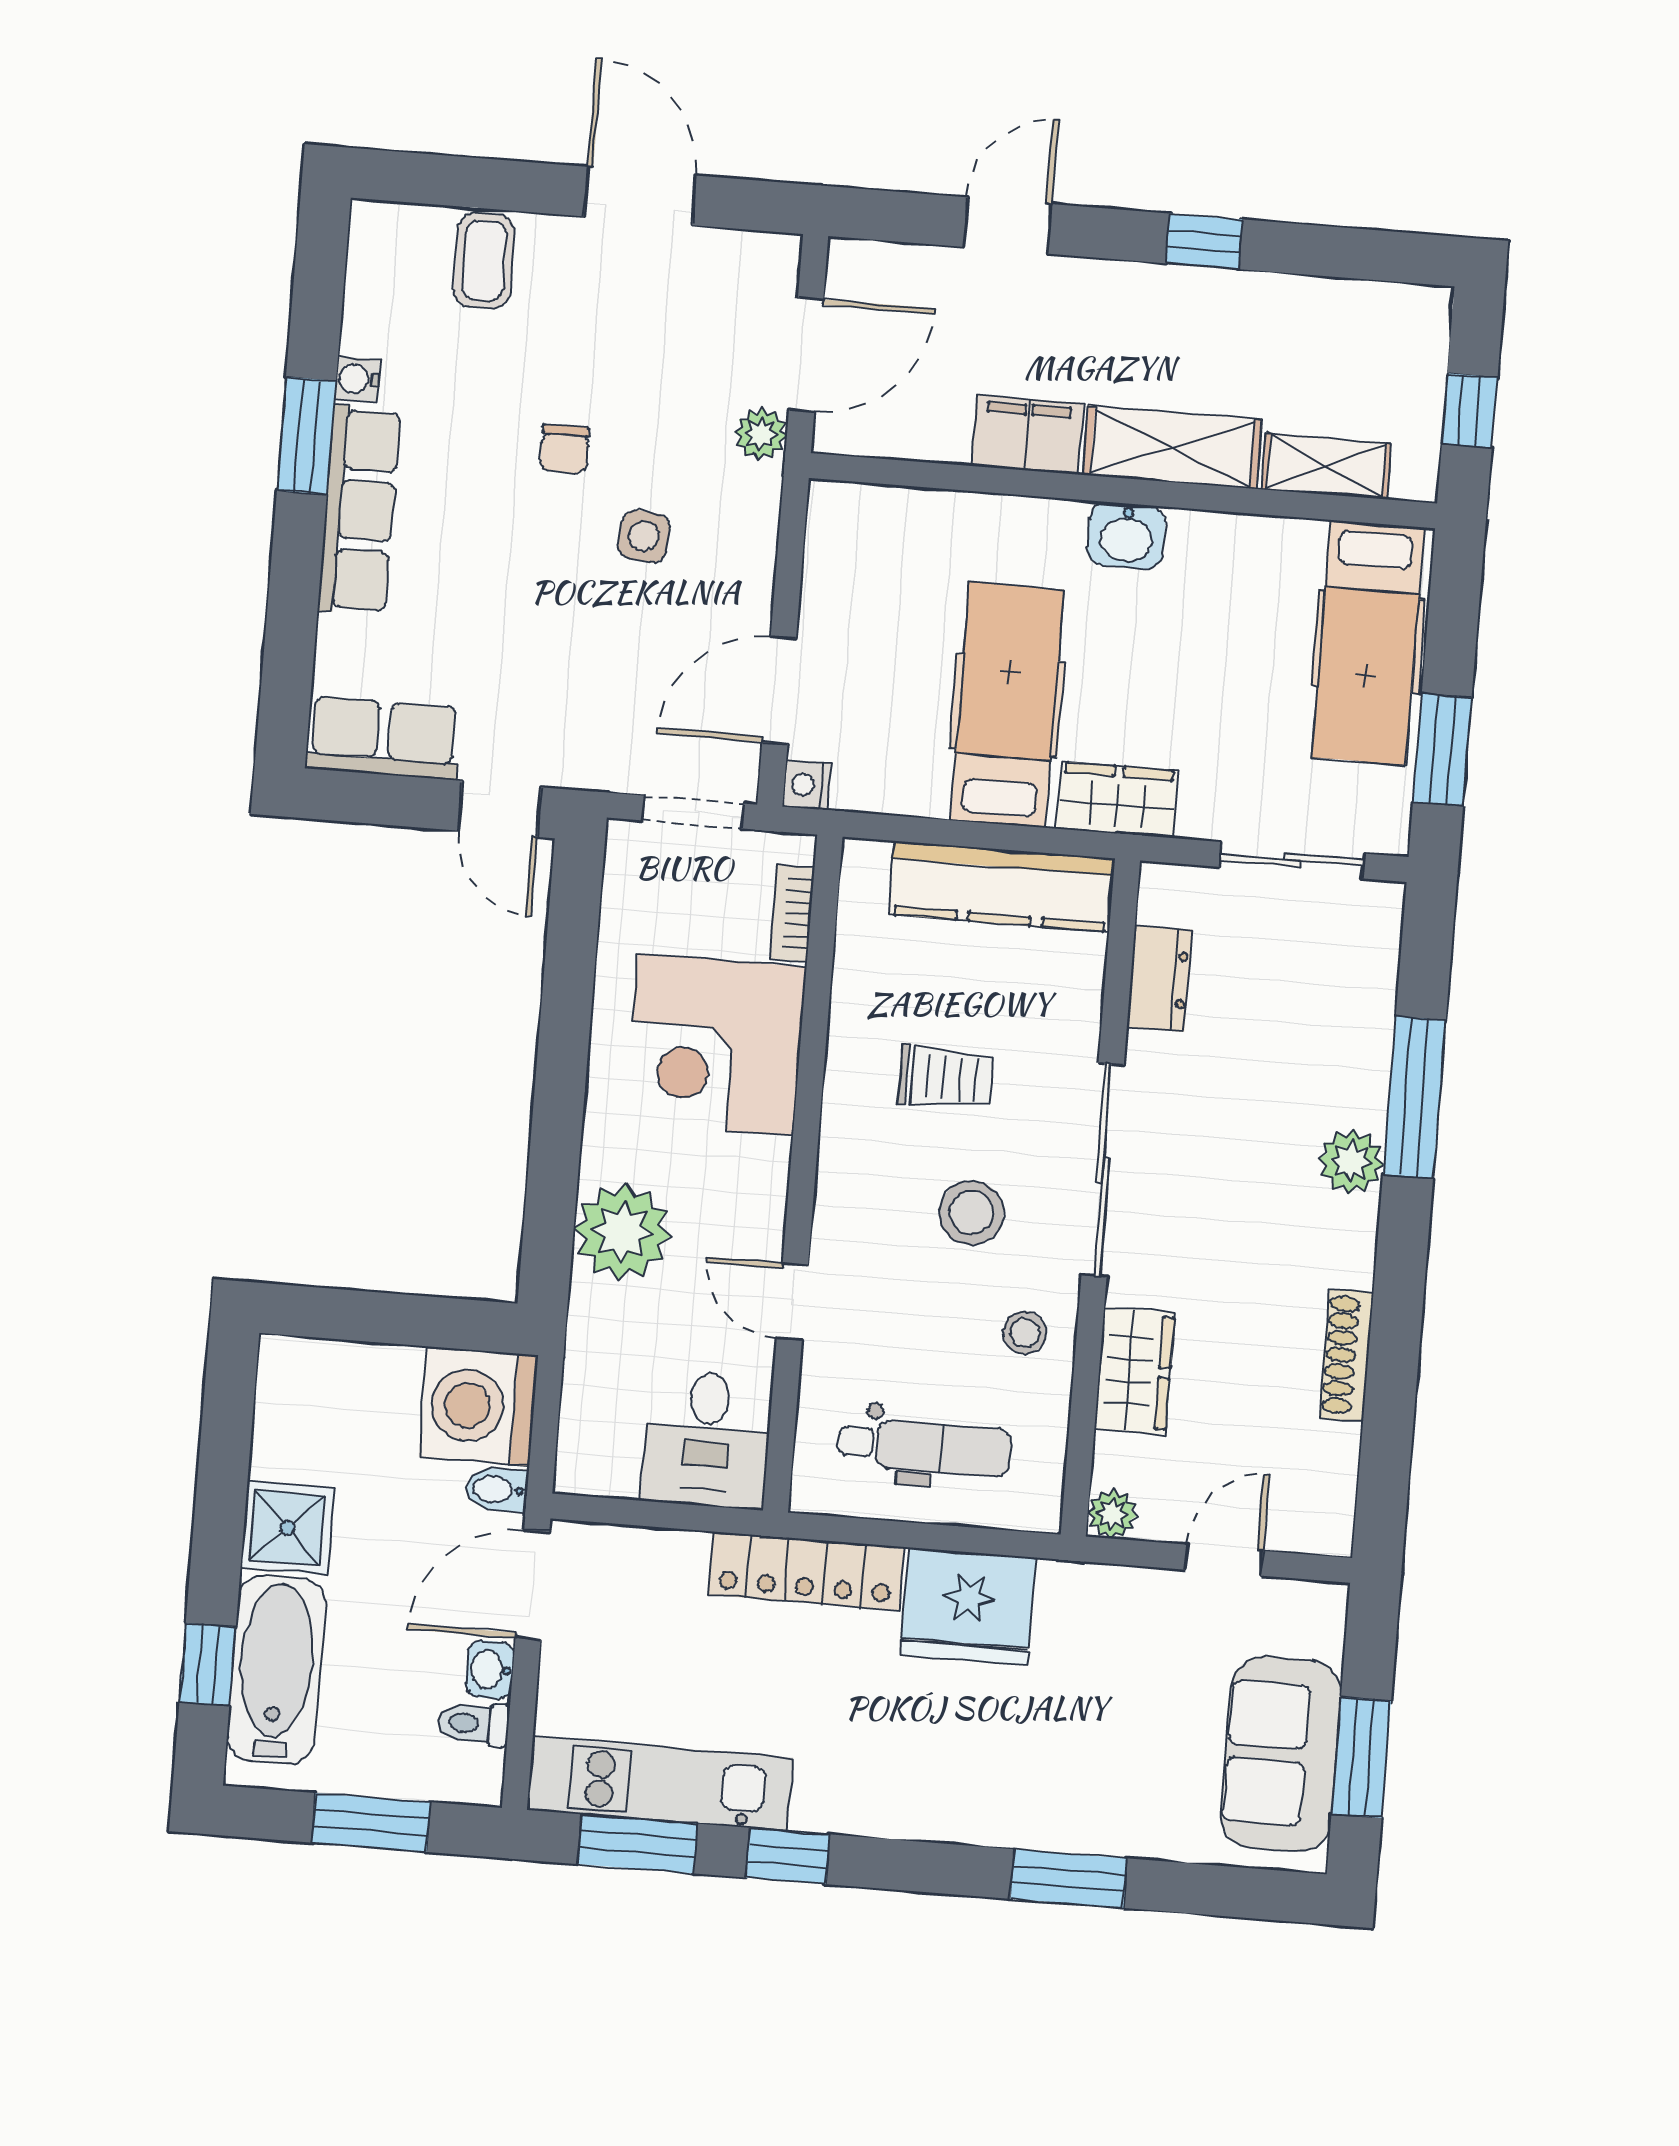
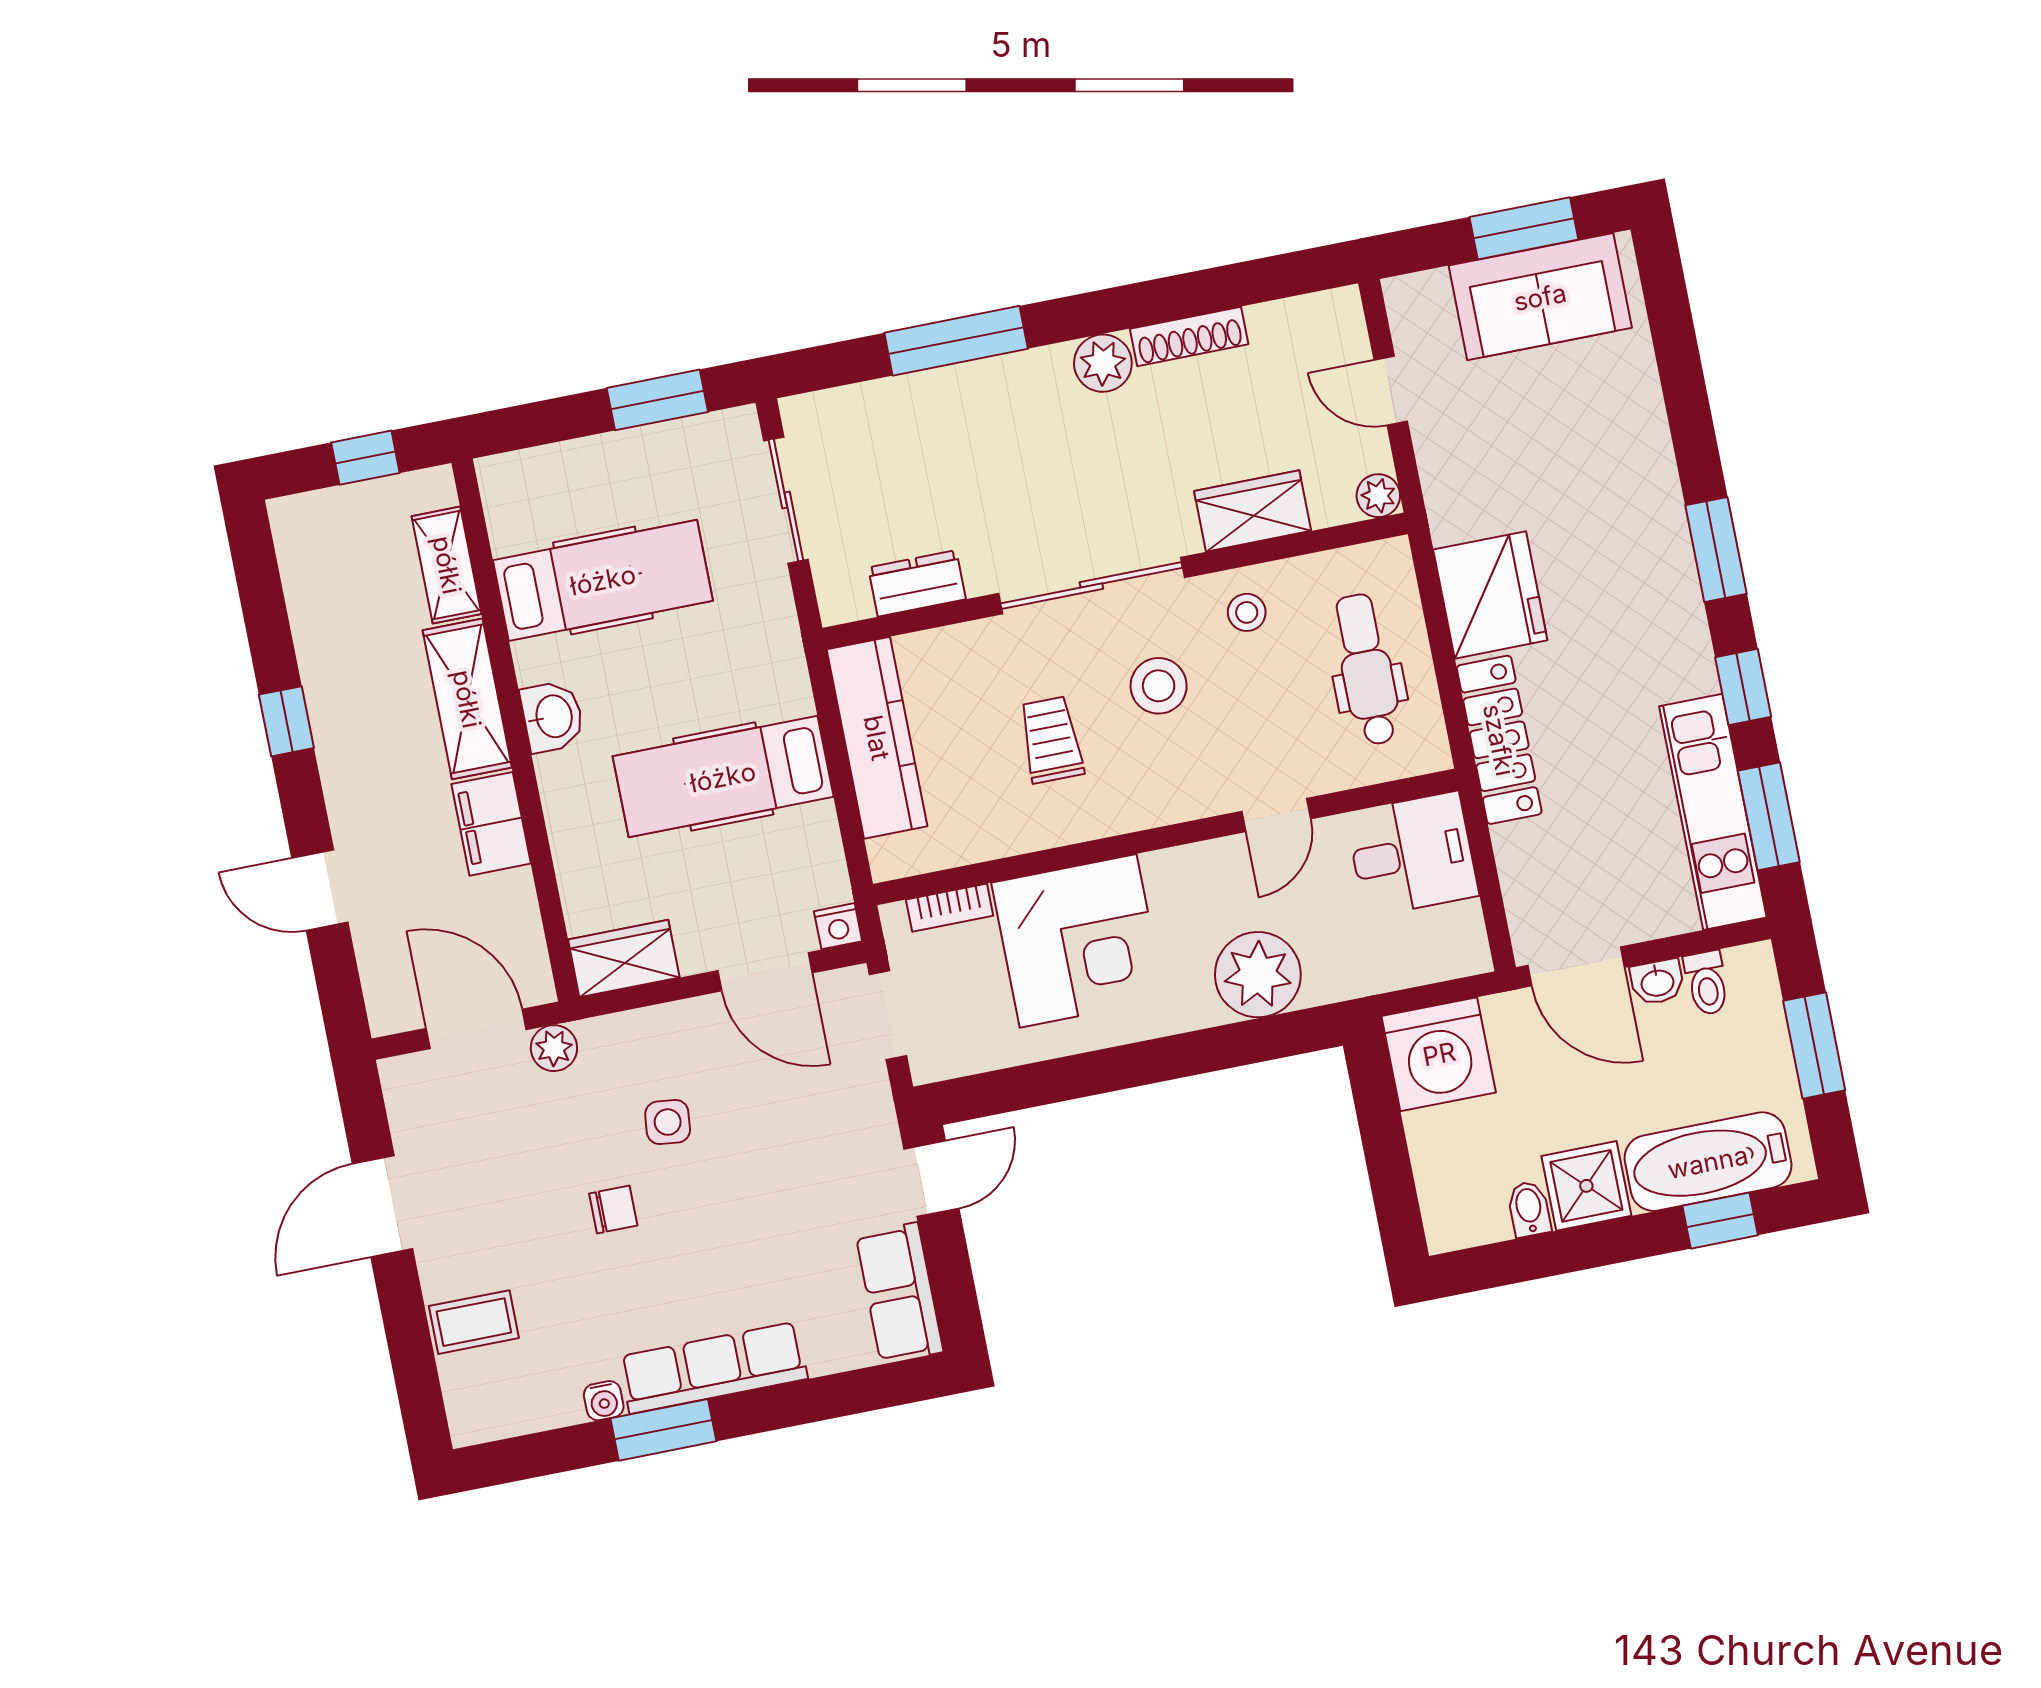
hospital bed: (1368, 642) -> (603, 580), moved
wardrobe: (1117, 800) -> (624, 958), moved, turned 90
plant: (1351, 1162) -> (1103, 363), moved
bidet: (497, 1489) -> (1529, 1209), moved, turned 180
window: (1069, 1879) -> (1716, 550), moved

